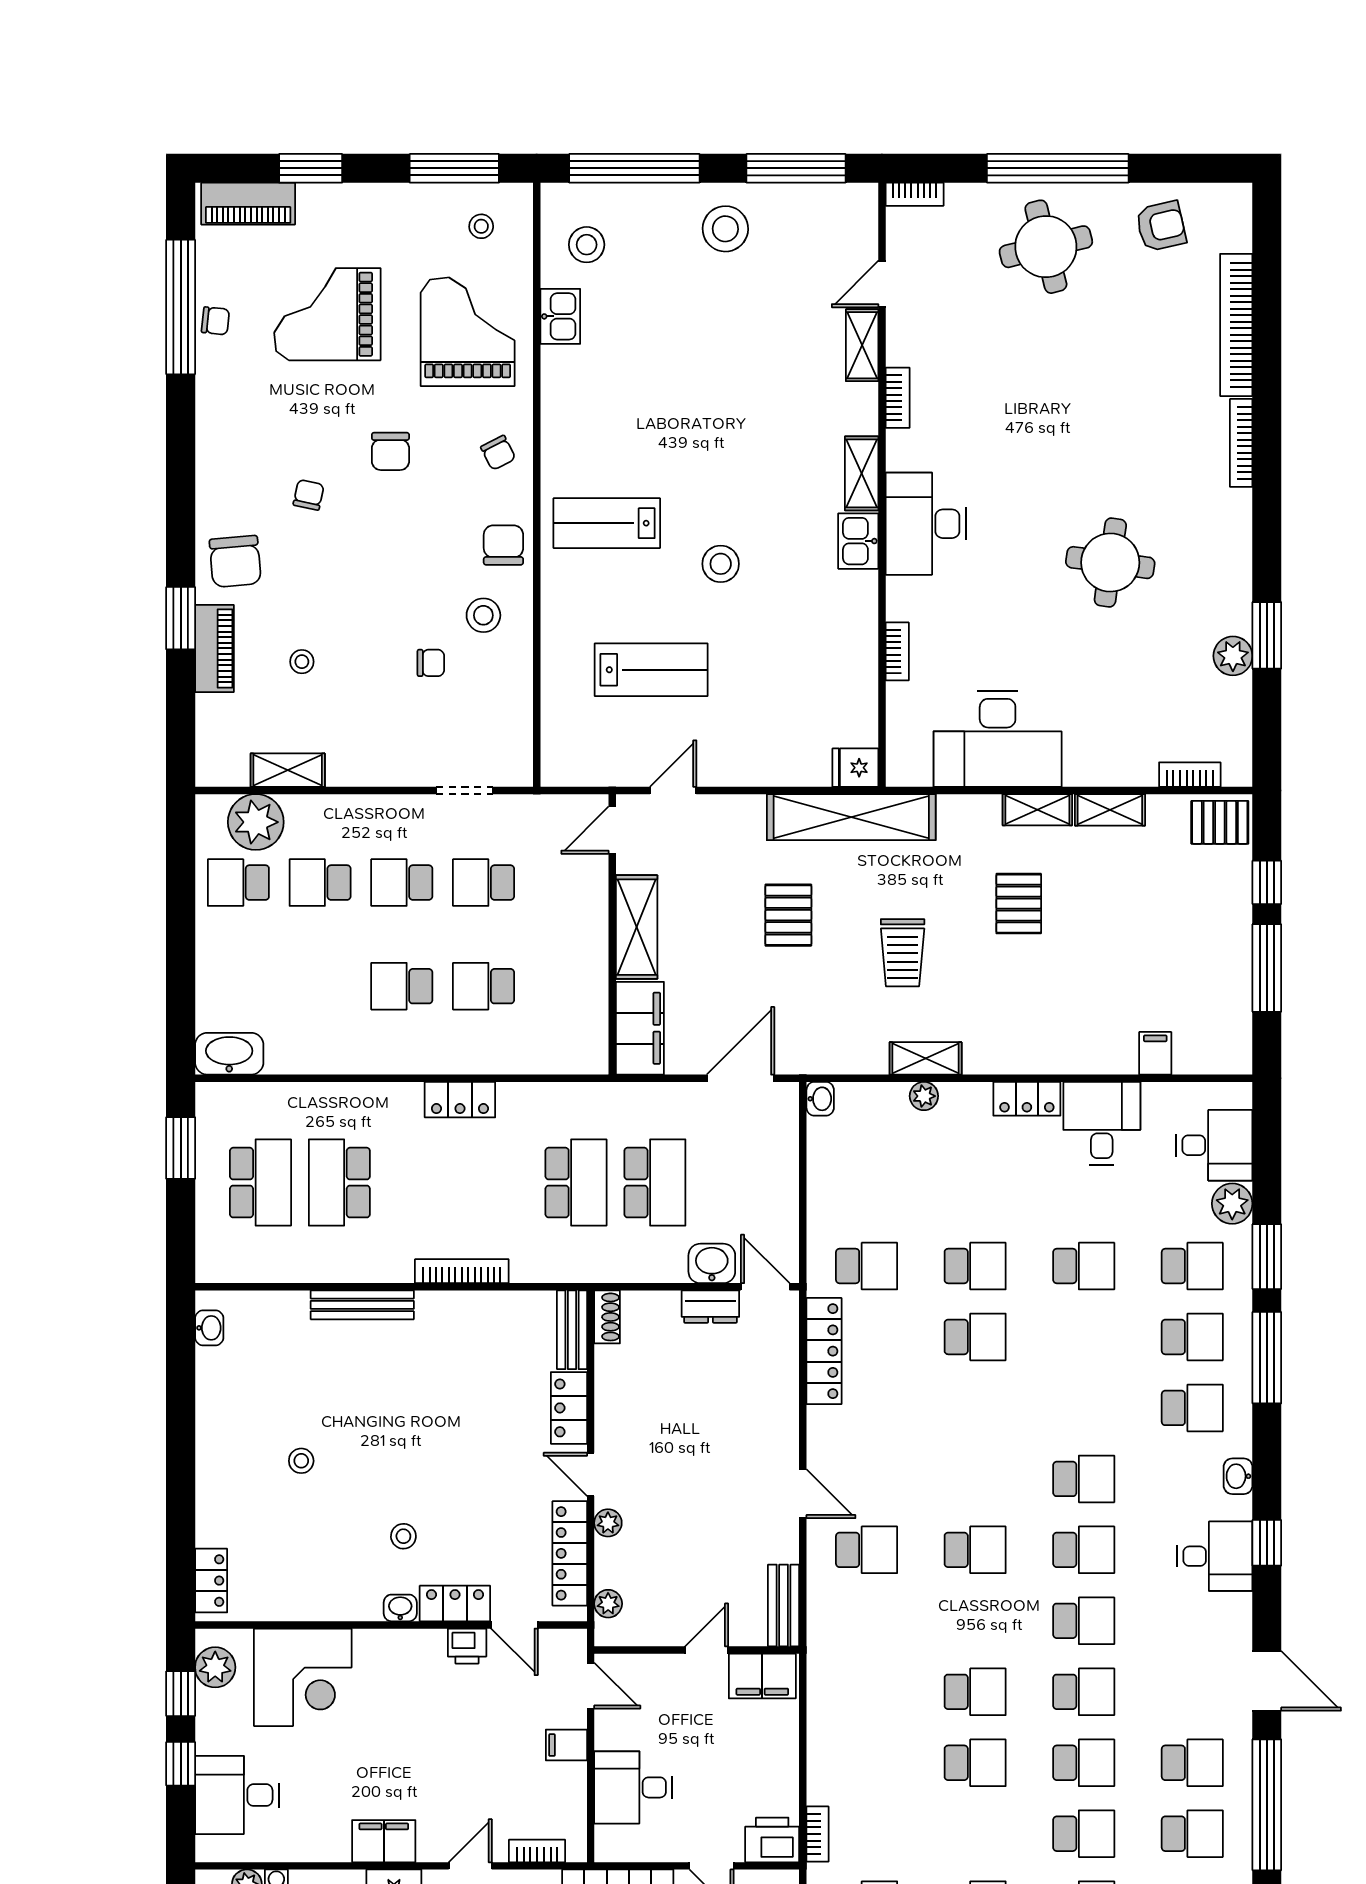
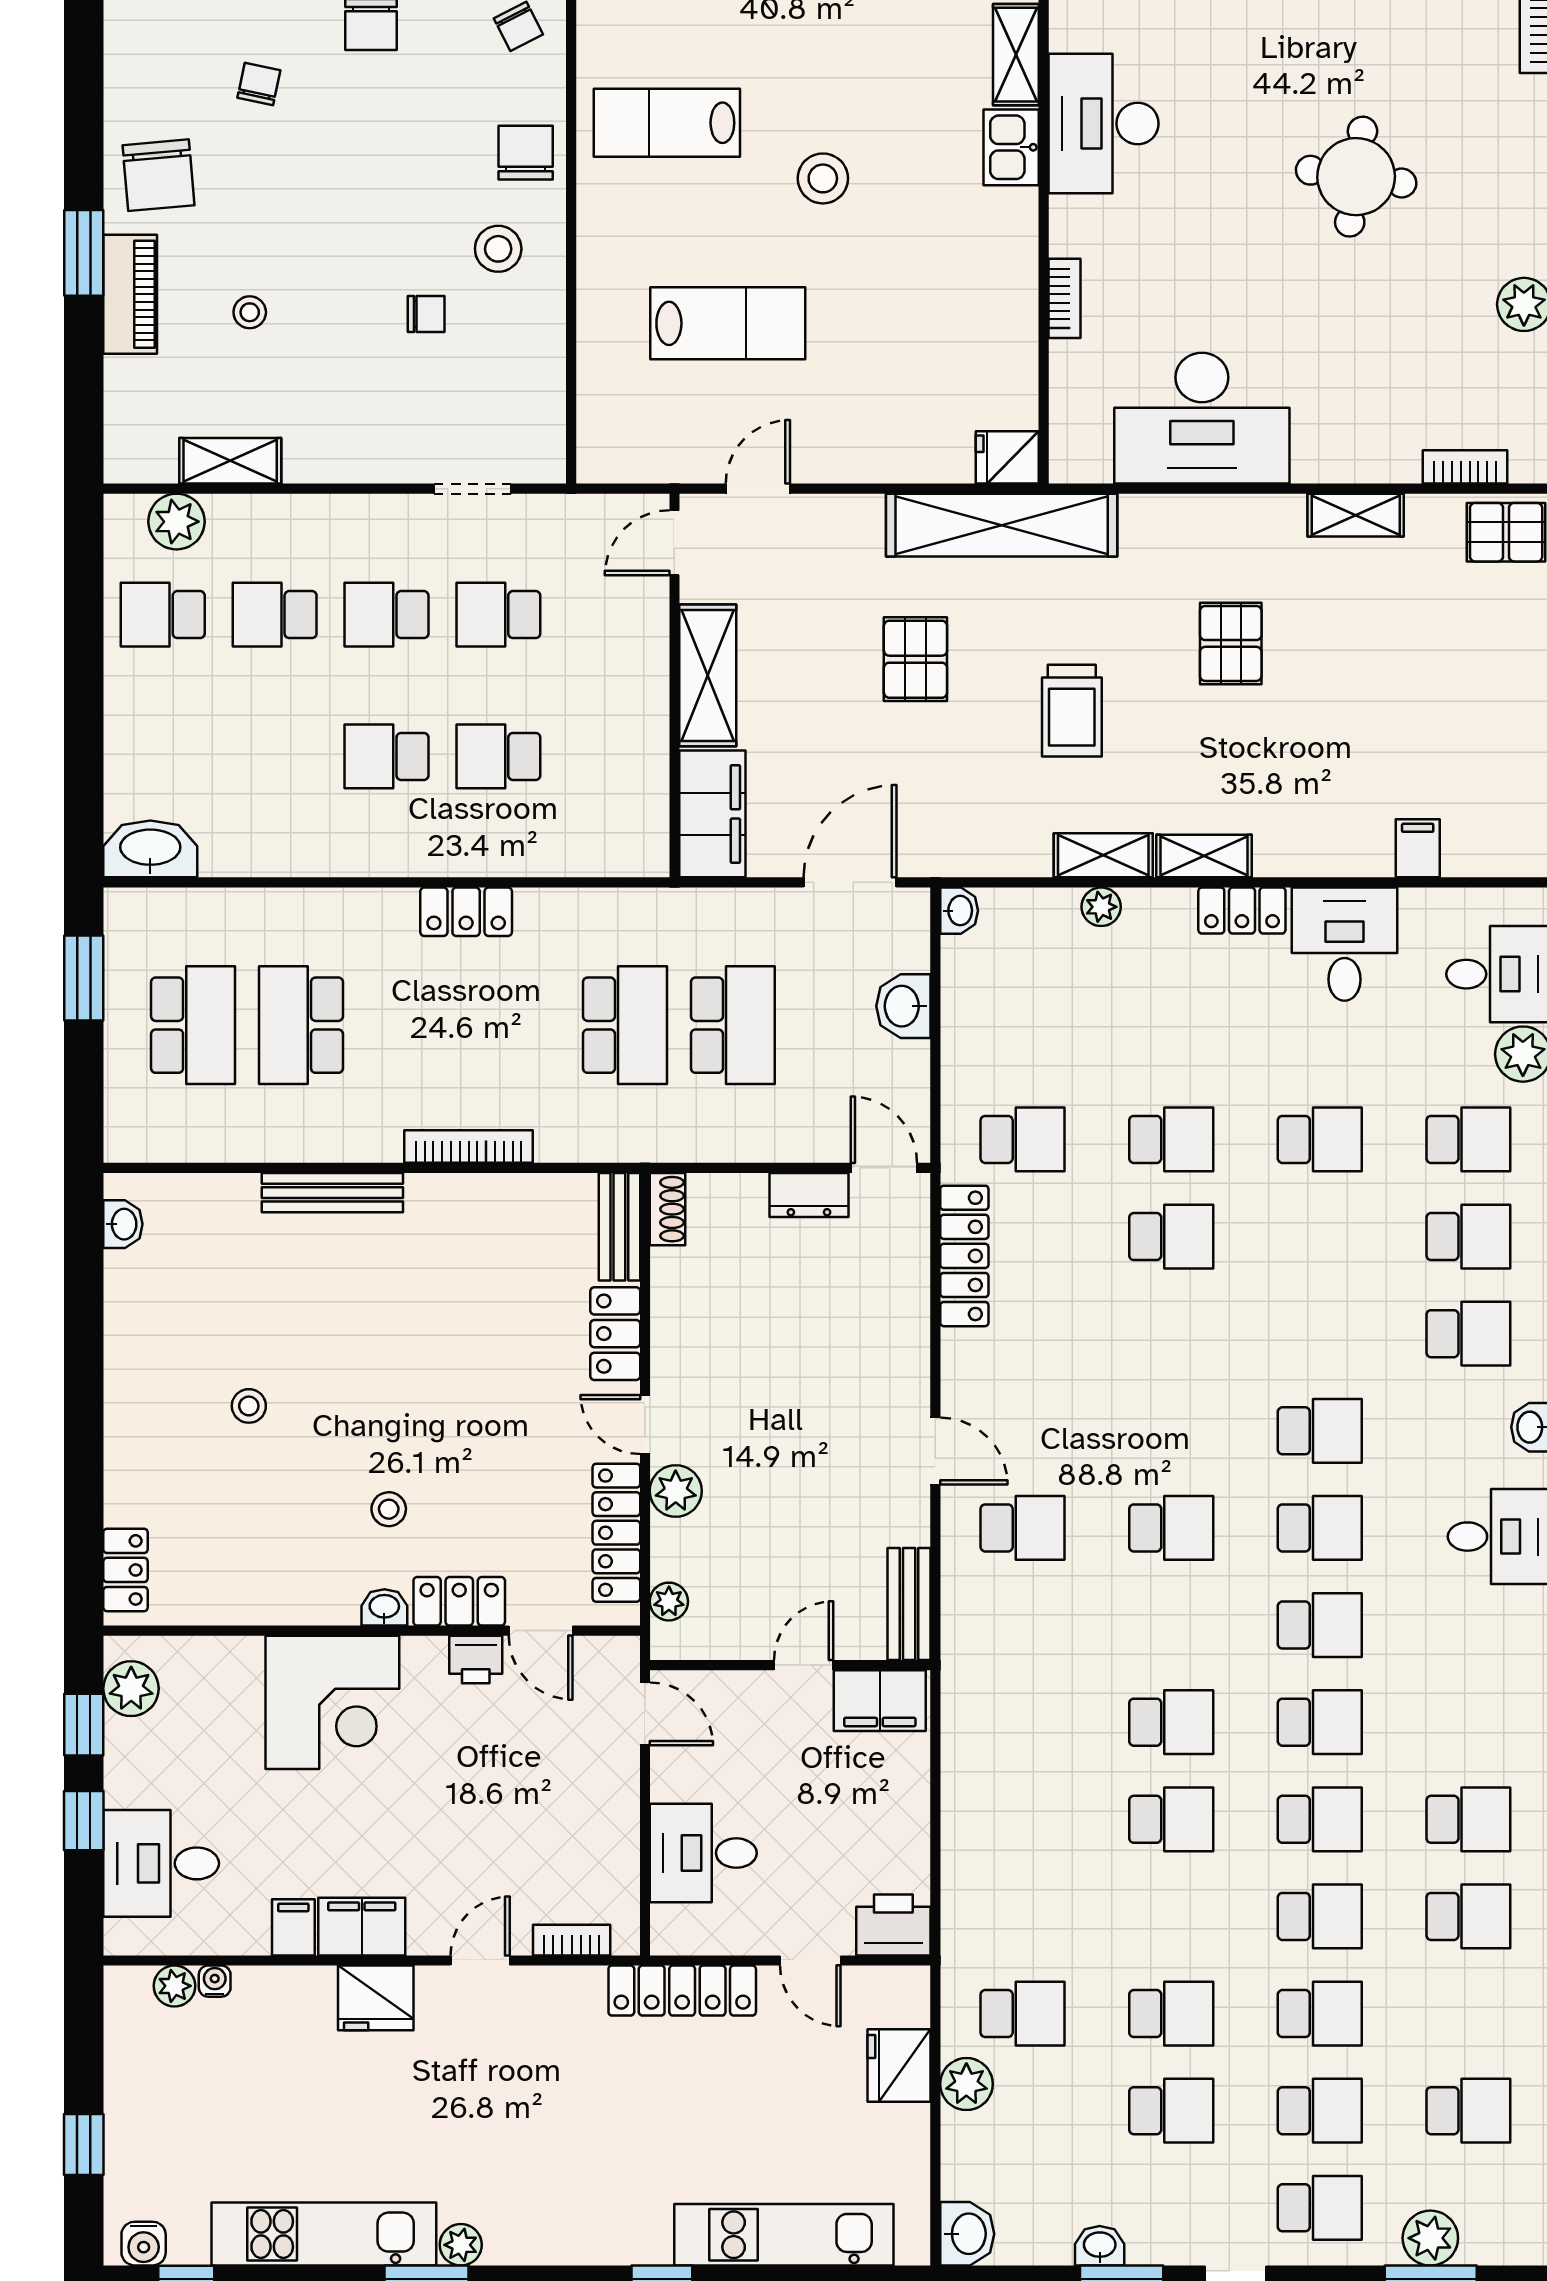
shelving: (1037, 810) -> (1204, 856), moved
plant: (256, 822) -> (176, 522), width x0.73, depth x0.73
washbasin: (712, 1263) -> (903, 1006), moved, turned -90
plant: (608, 1523) -> (676, 1491), width x1.38, depth x1.38
corner desk: (303, 1677) -> (332, 1702), moved
filing cabinet: (566, 1745) -> (293, 1927), moved, turned 90
bookcase: (817, 1834) -> (955, 1917), removed

